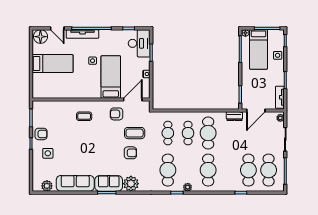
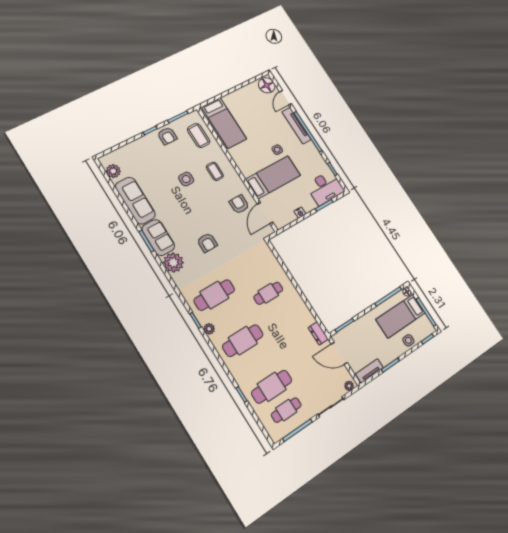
bed: (53, 64) -> (224, 123), moved
door: (133, 99) -> (265, 213), swing flipped
coffee table: (135, 133) -> (199, 136), moved
cafe table: (168, 133) -> (254, 271), removed
cafe table: (208, 133) -> (282, 315), removed
side table: (48, 153) -> (186, 179), moved
cafe table: (269, 170) -> (286, 410), width x0.73, depth x0.74

